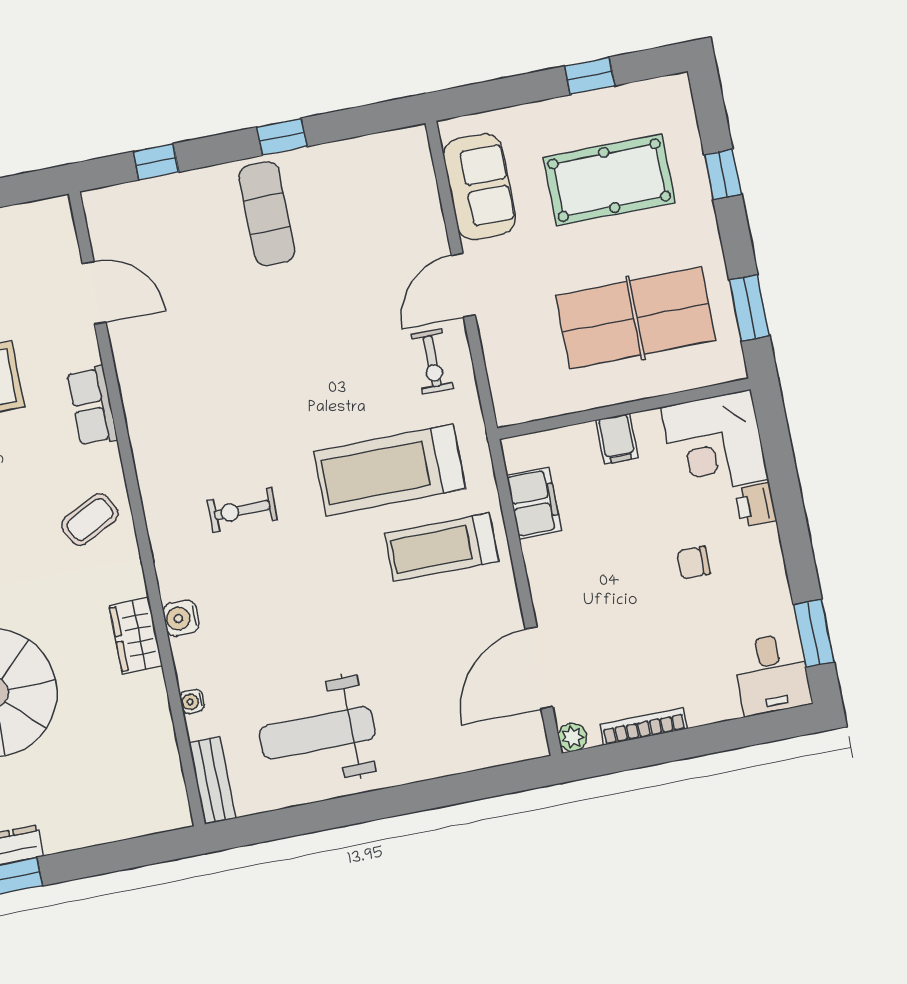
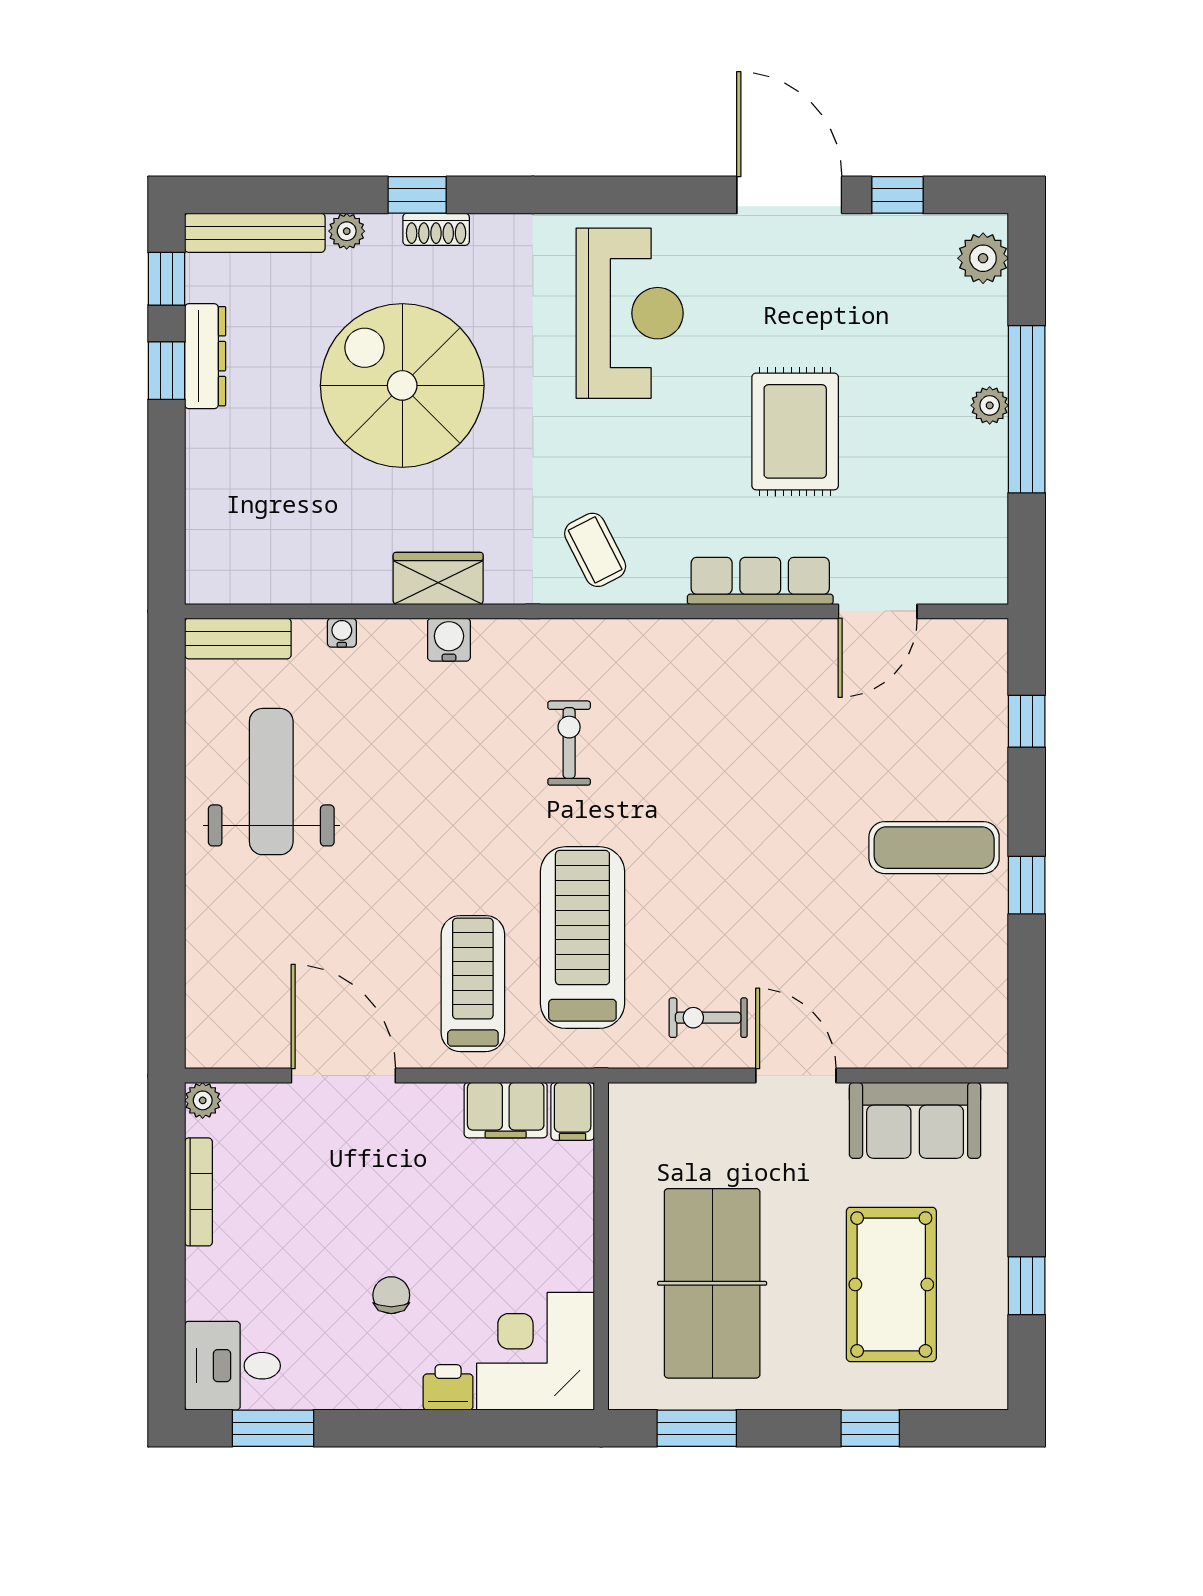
row of seats: (92, 406) -> (760, 581), width x1.48
filing cabinet: (617, 439) -> (573, 1111), moved, turned -90
door: (539, 668) -> (343, 1076), moved

